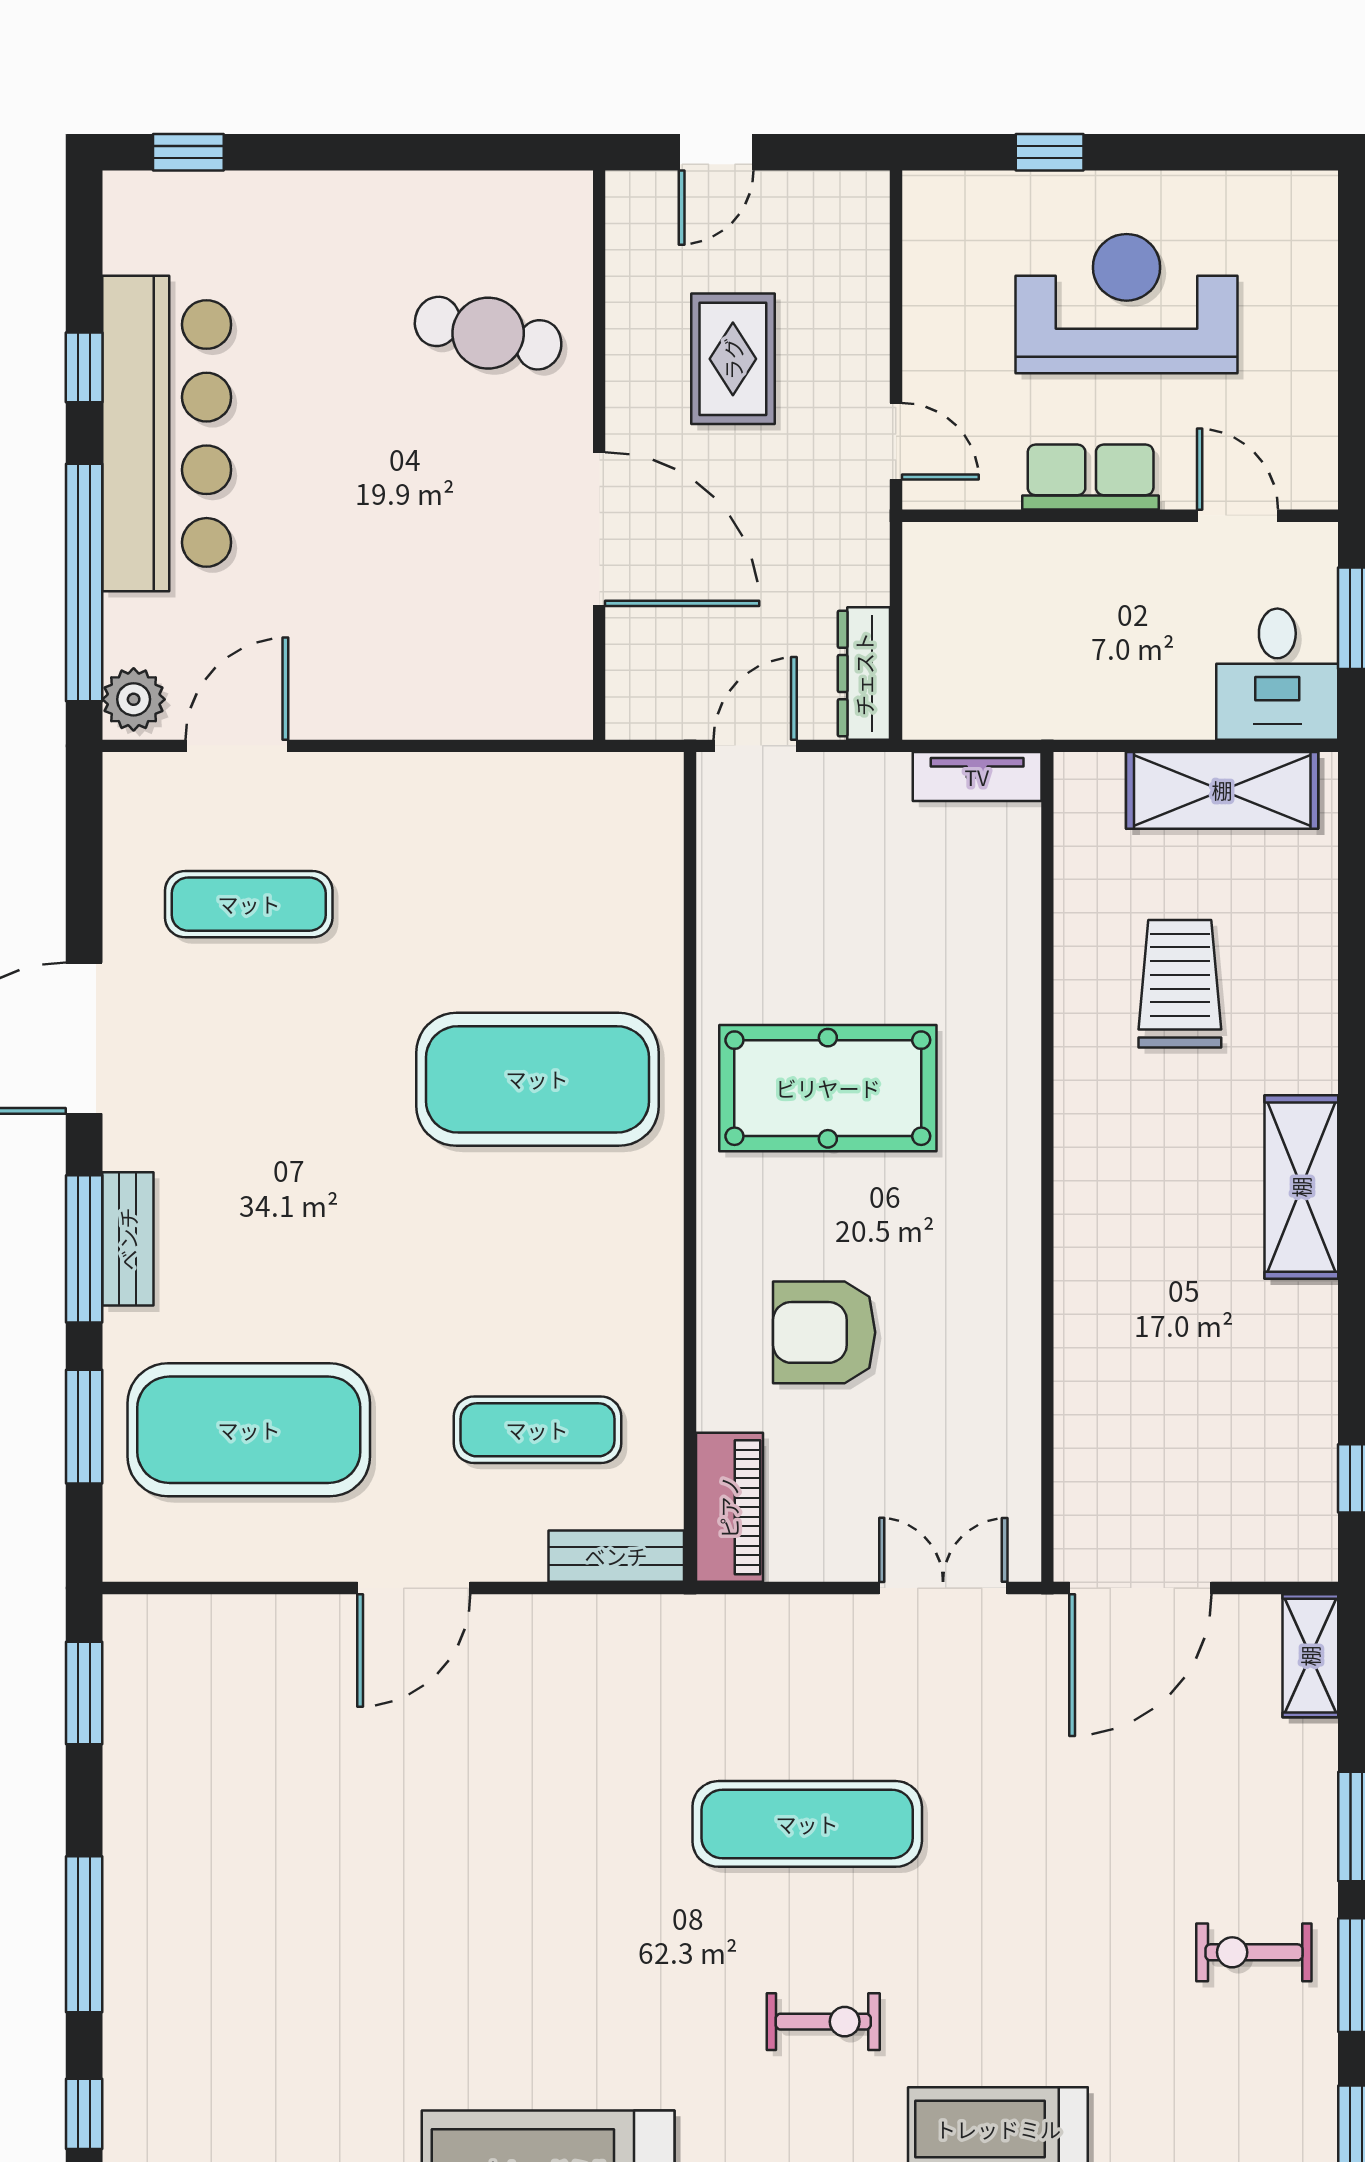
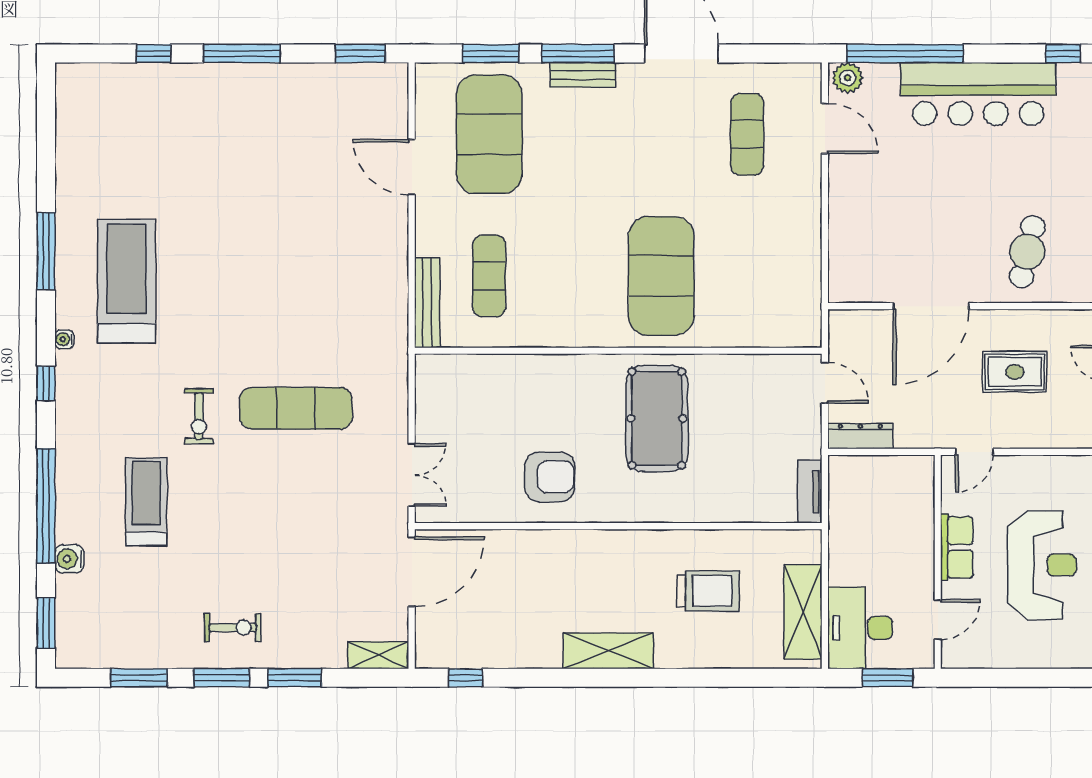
window: (84, 367) -> (1063, 54), moved
desk: (1277, 674) -> (860, 628), width x1.37
armchair: (824, 1332) -> (550, 477), moved, turned 90
piano: (729, 1507) -> (451, 370), removed
bench: (616, 1556) -> (427, 303), width x1.36
door: (414, 1588) -> (412, 167), moved
door: (1140, 1588) -> (412, 572), swing flipped
exercise mat: (807, 1824) -> (296, 408), turned 90
exercise bike: (1254, 1952) -> (233, 628), turned 90

